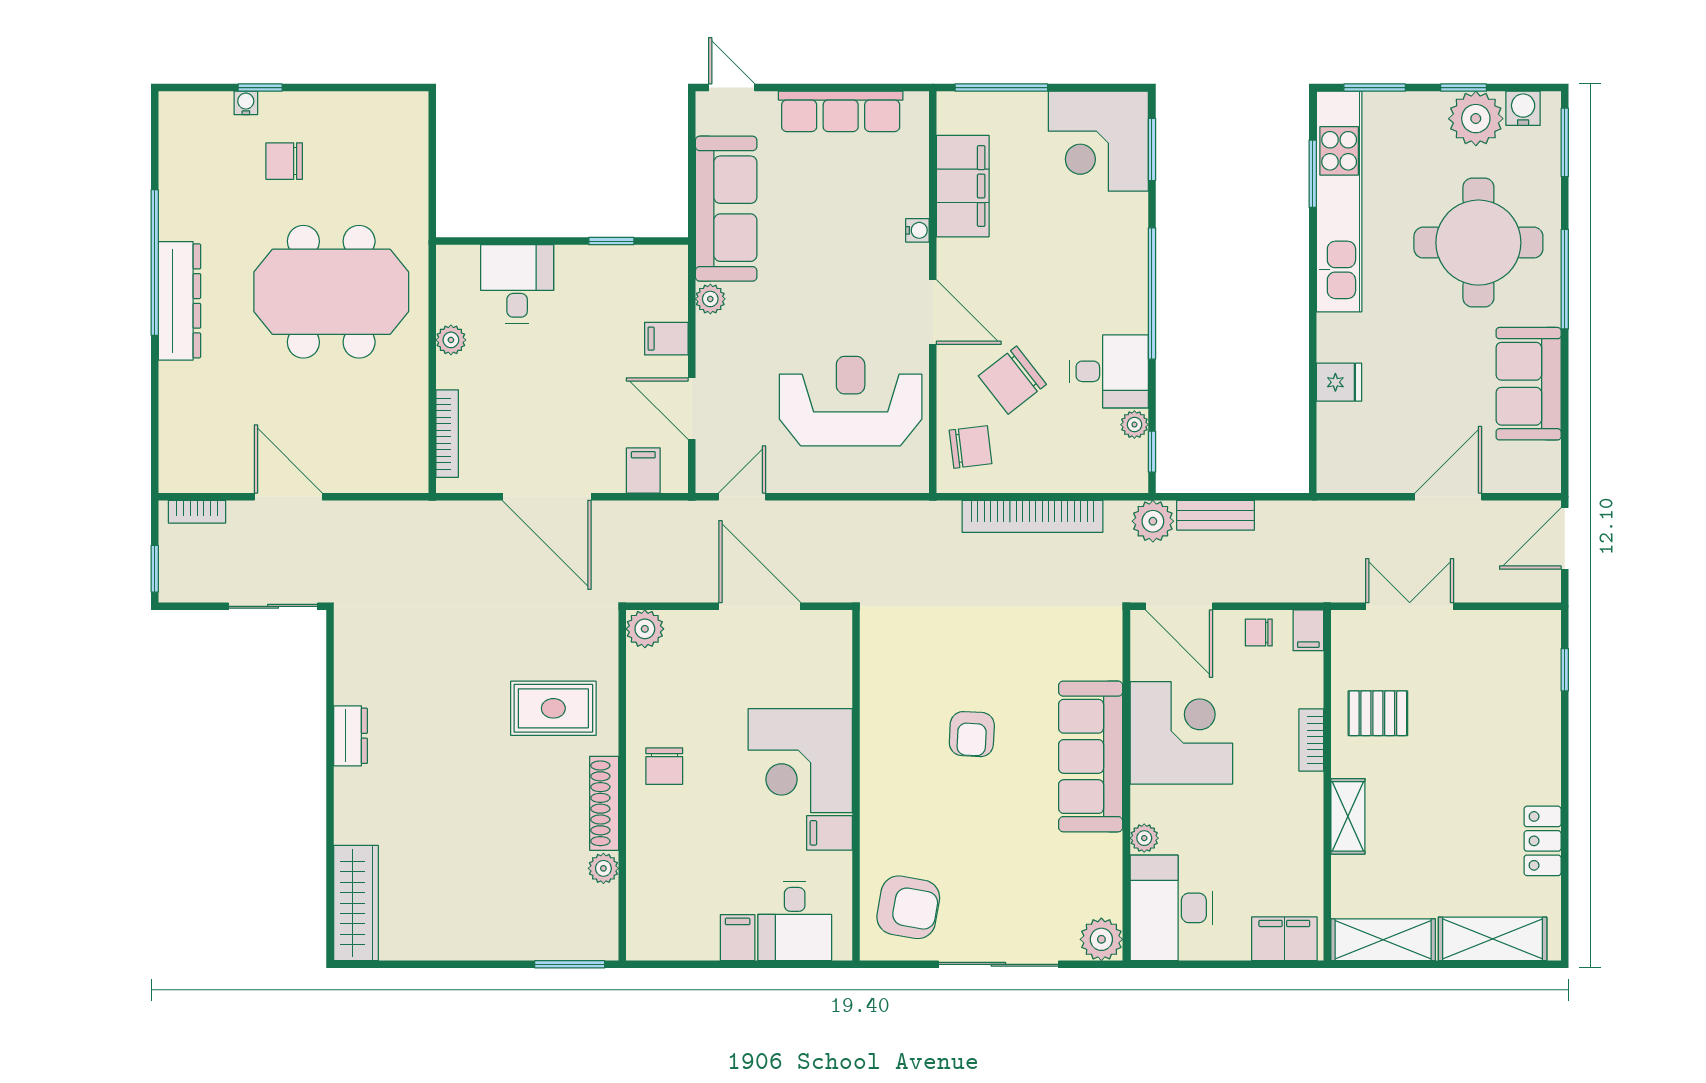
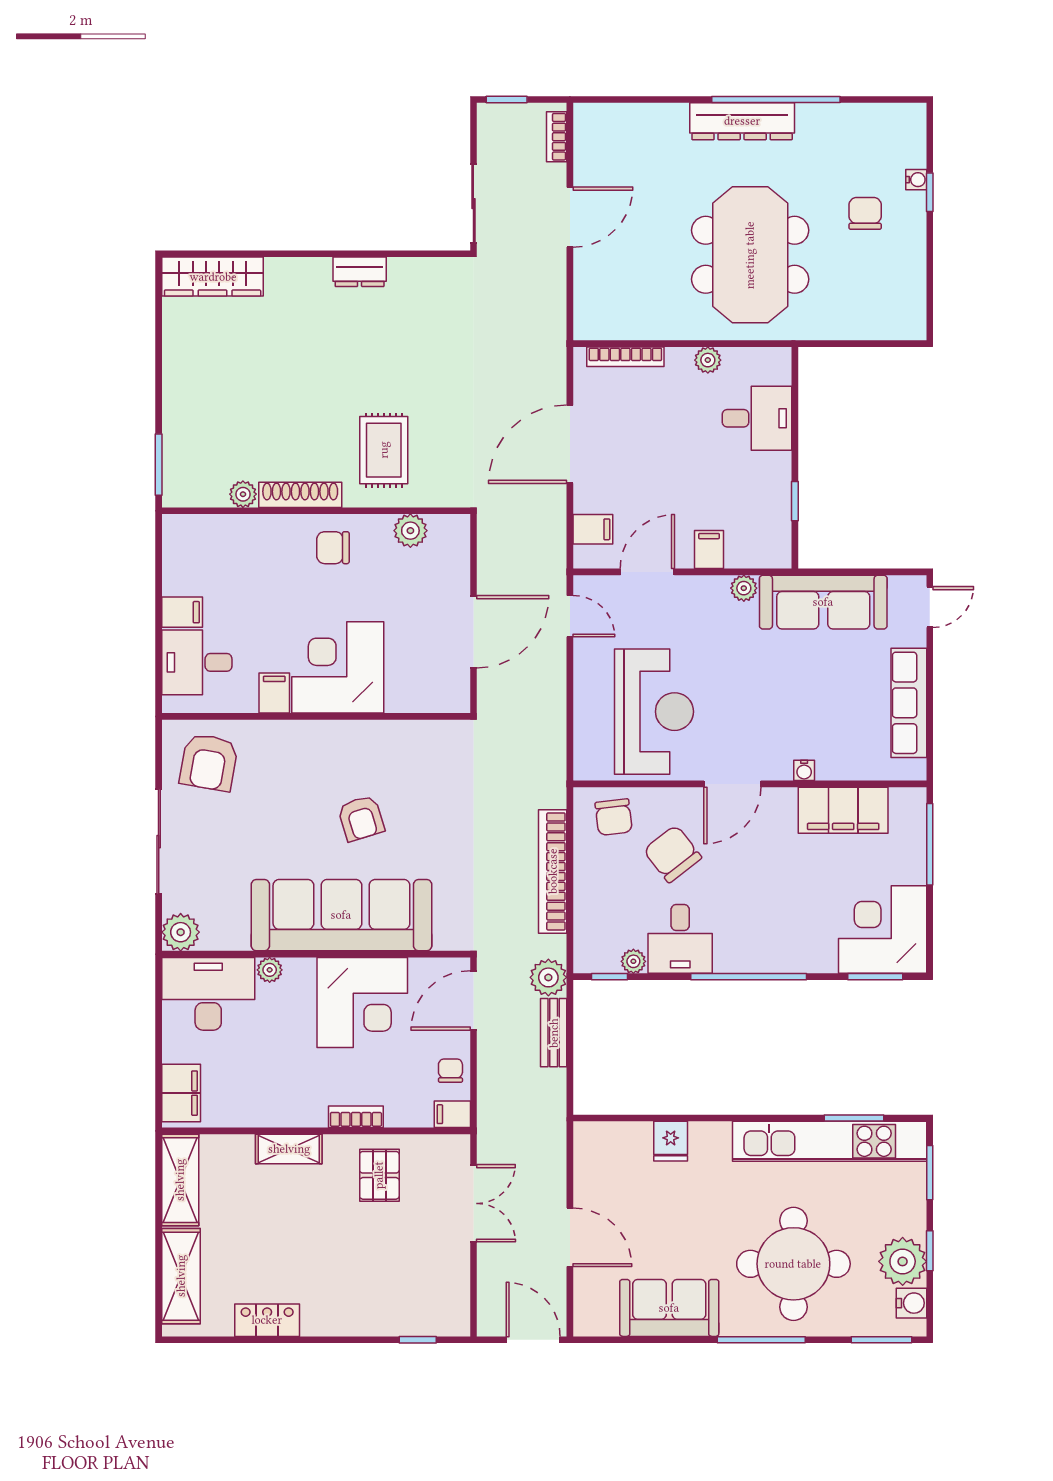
plant: (645, 629) -> (410, 531), moved
armchair: (972, 734) -> (361, 818), turned -110
sofa: (1091, 756) -> (341, 915), width x1.36, depth x1.27

